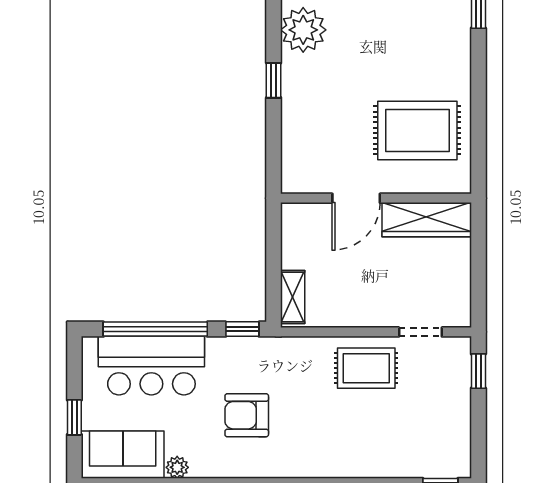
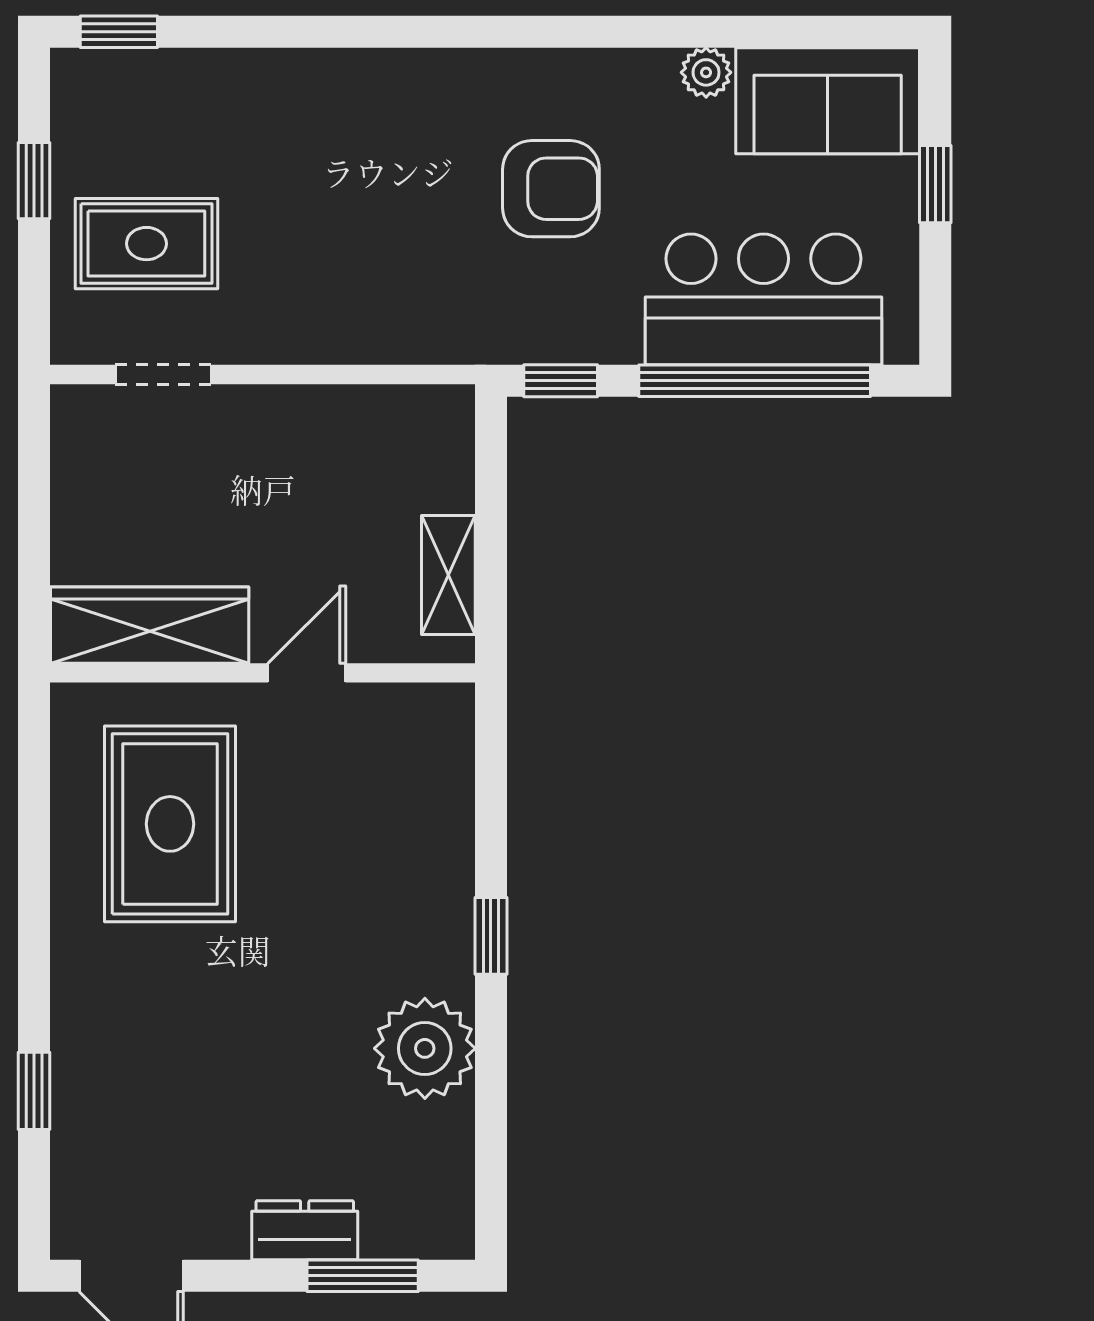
rug: (417, 130) -> (170, 824), turned 90
door: (356, 198) -> (307, 673), width x0.73
shelving: (293, 297) -> (448, 575), moved
rug: (366, 368) -> (146, 244), moved
window: (478, 371) -> (34, 181), moved

